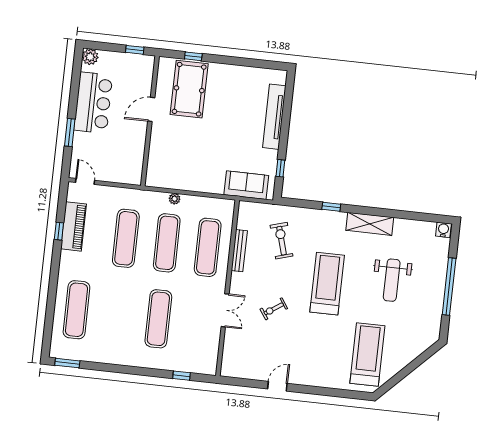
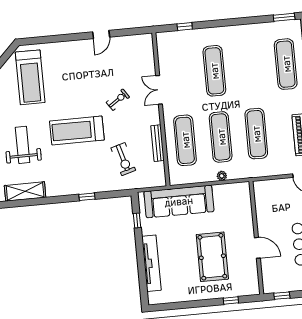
pool table: (189, 89) -> (212, 257), moved
door: (151, 109) -> (257, 248), hinge flipped
sofa: (246, 185) -> (179, 201), width x1.85, depth x1.27
shelving: (370, 224) -> (25, 191), moved
treadmill: (327, 284) -> (77, 131), turned 90

